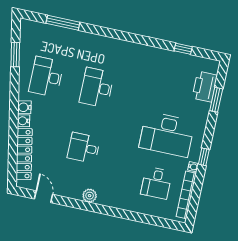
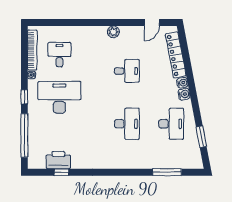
printer: (205, 87) -> (58, 160), moved, turned -90
window: (216, 100) -> (24, 135), width x2.11
window: (204, 157) -> (24, 97), moved
door: (43, 197) -> (152, 23), hinge flipped

